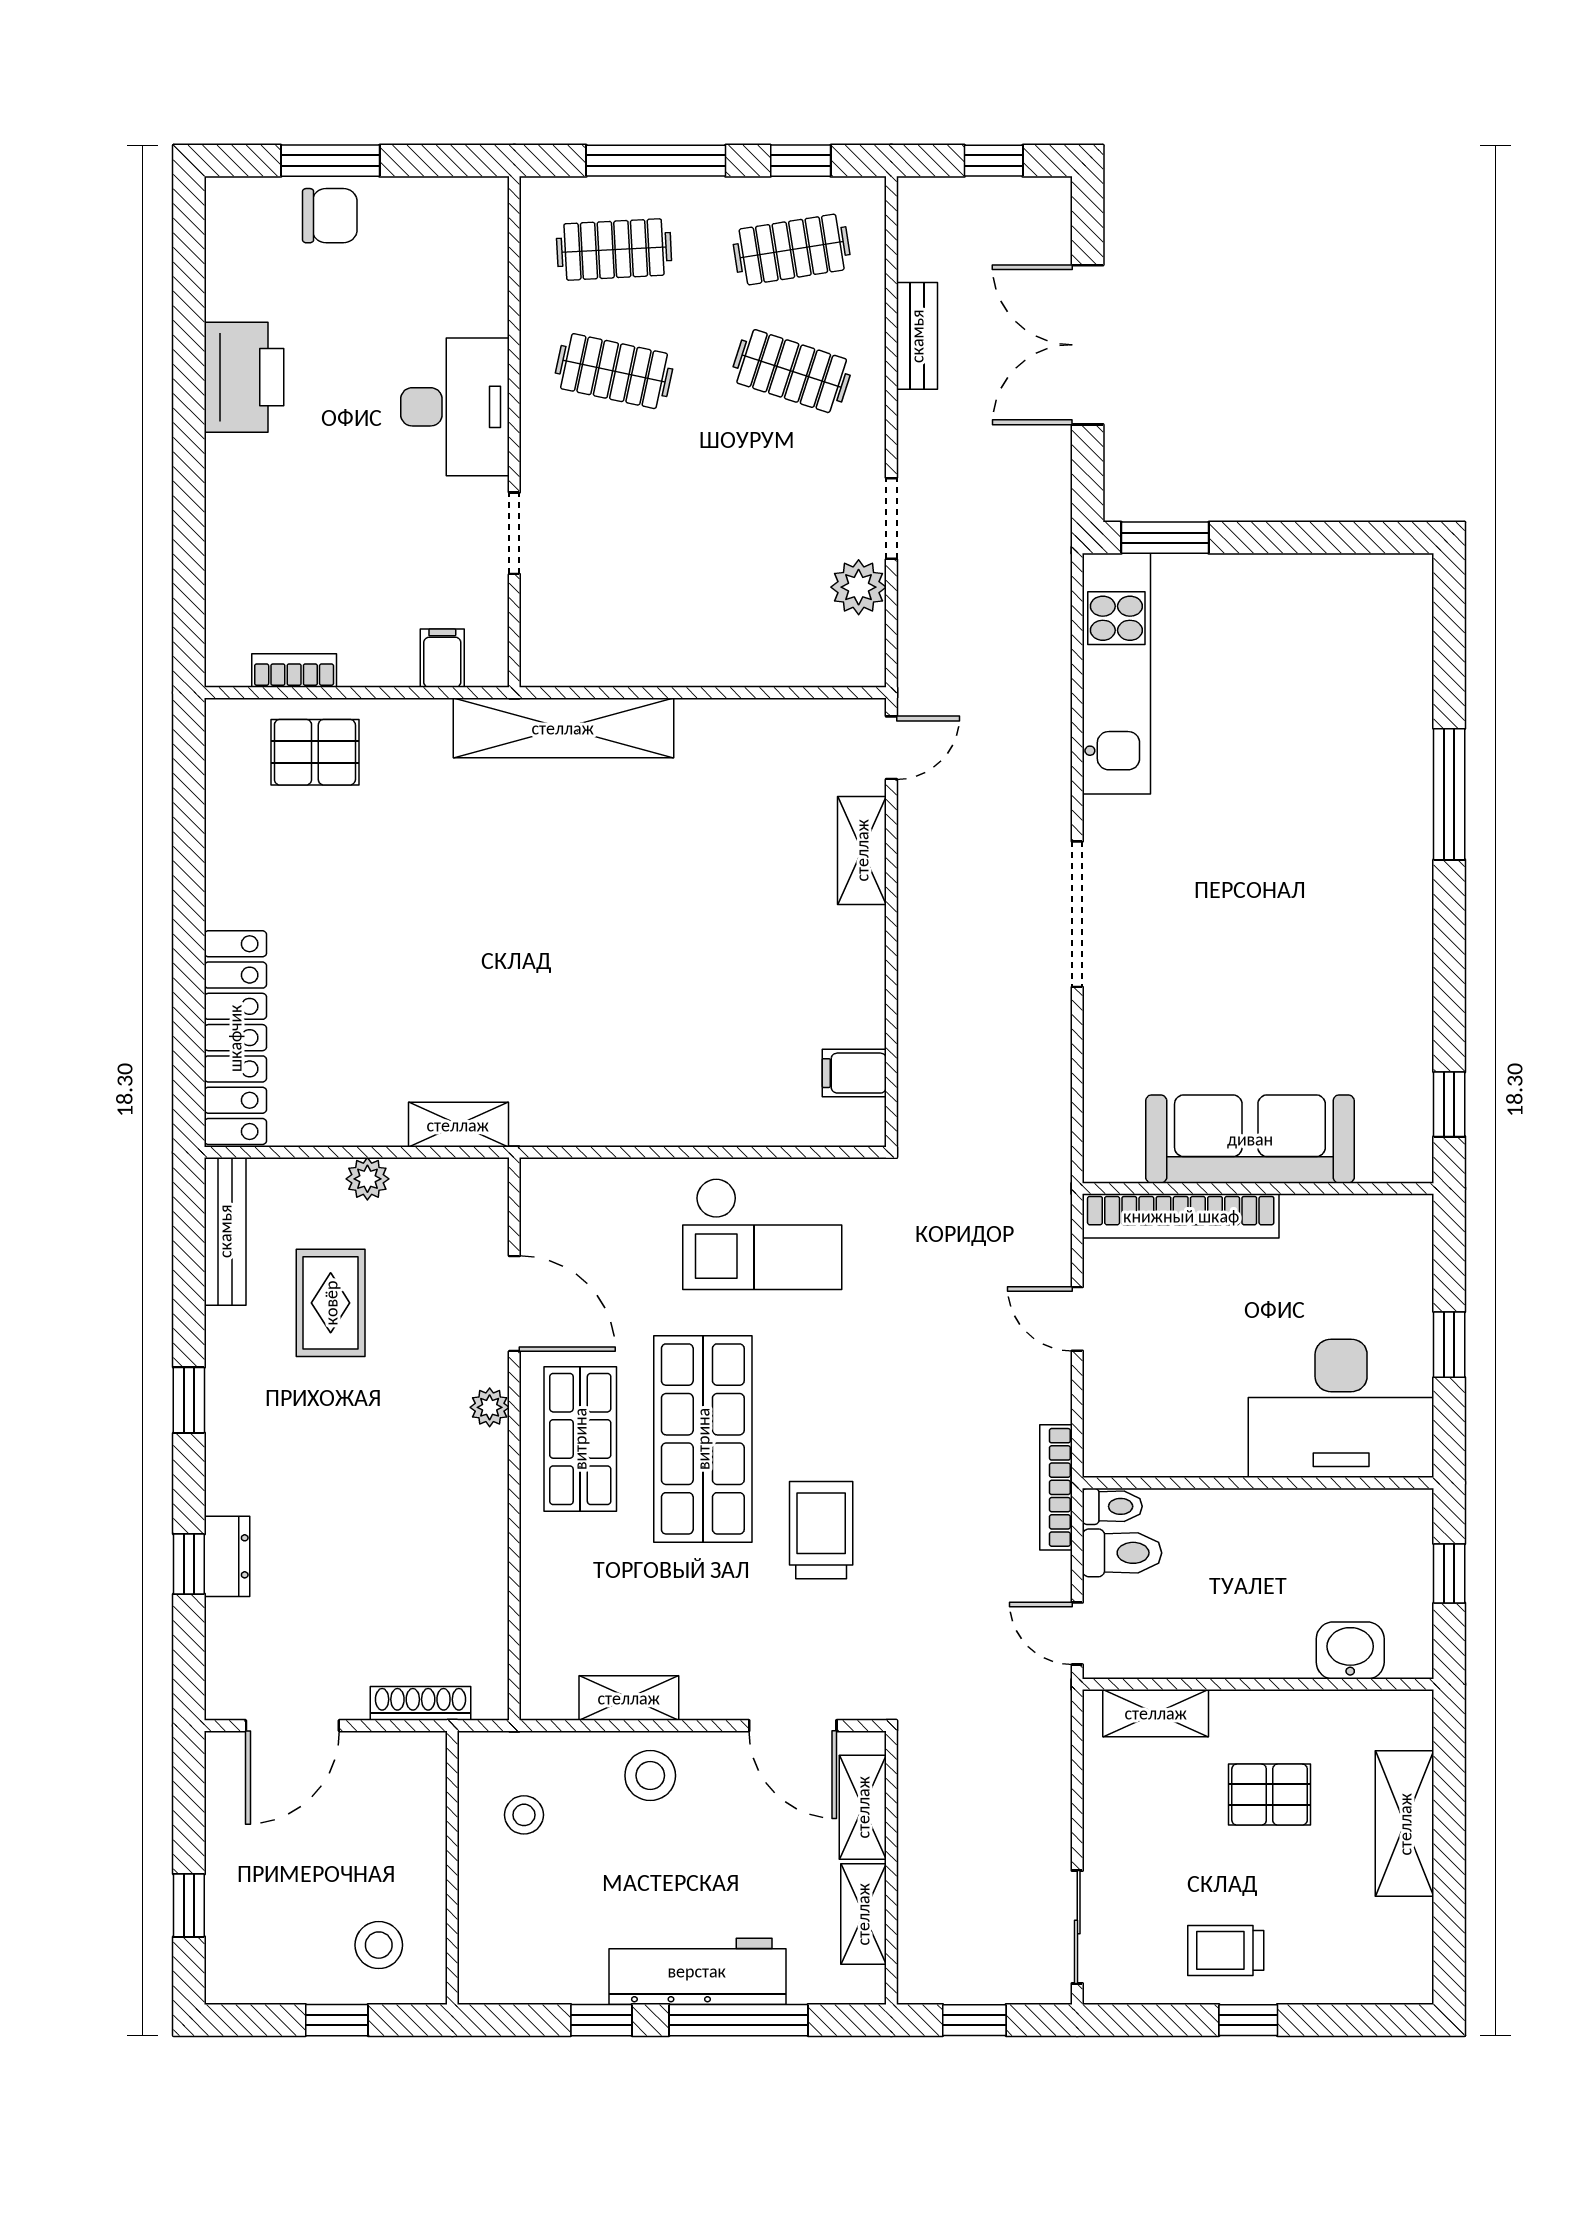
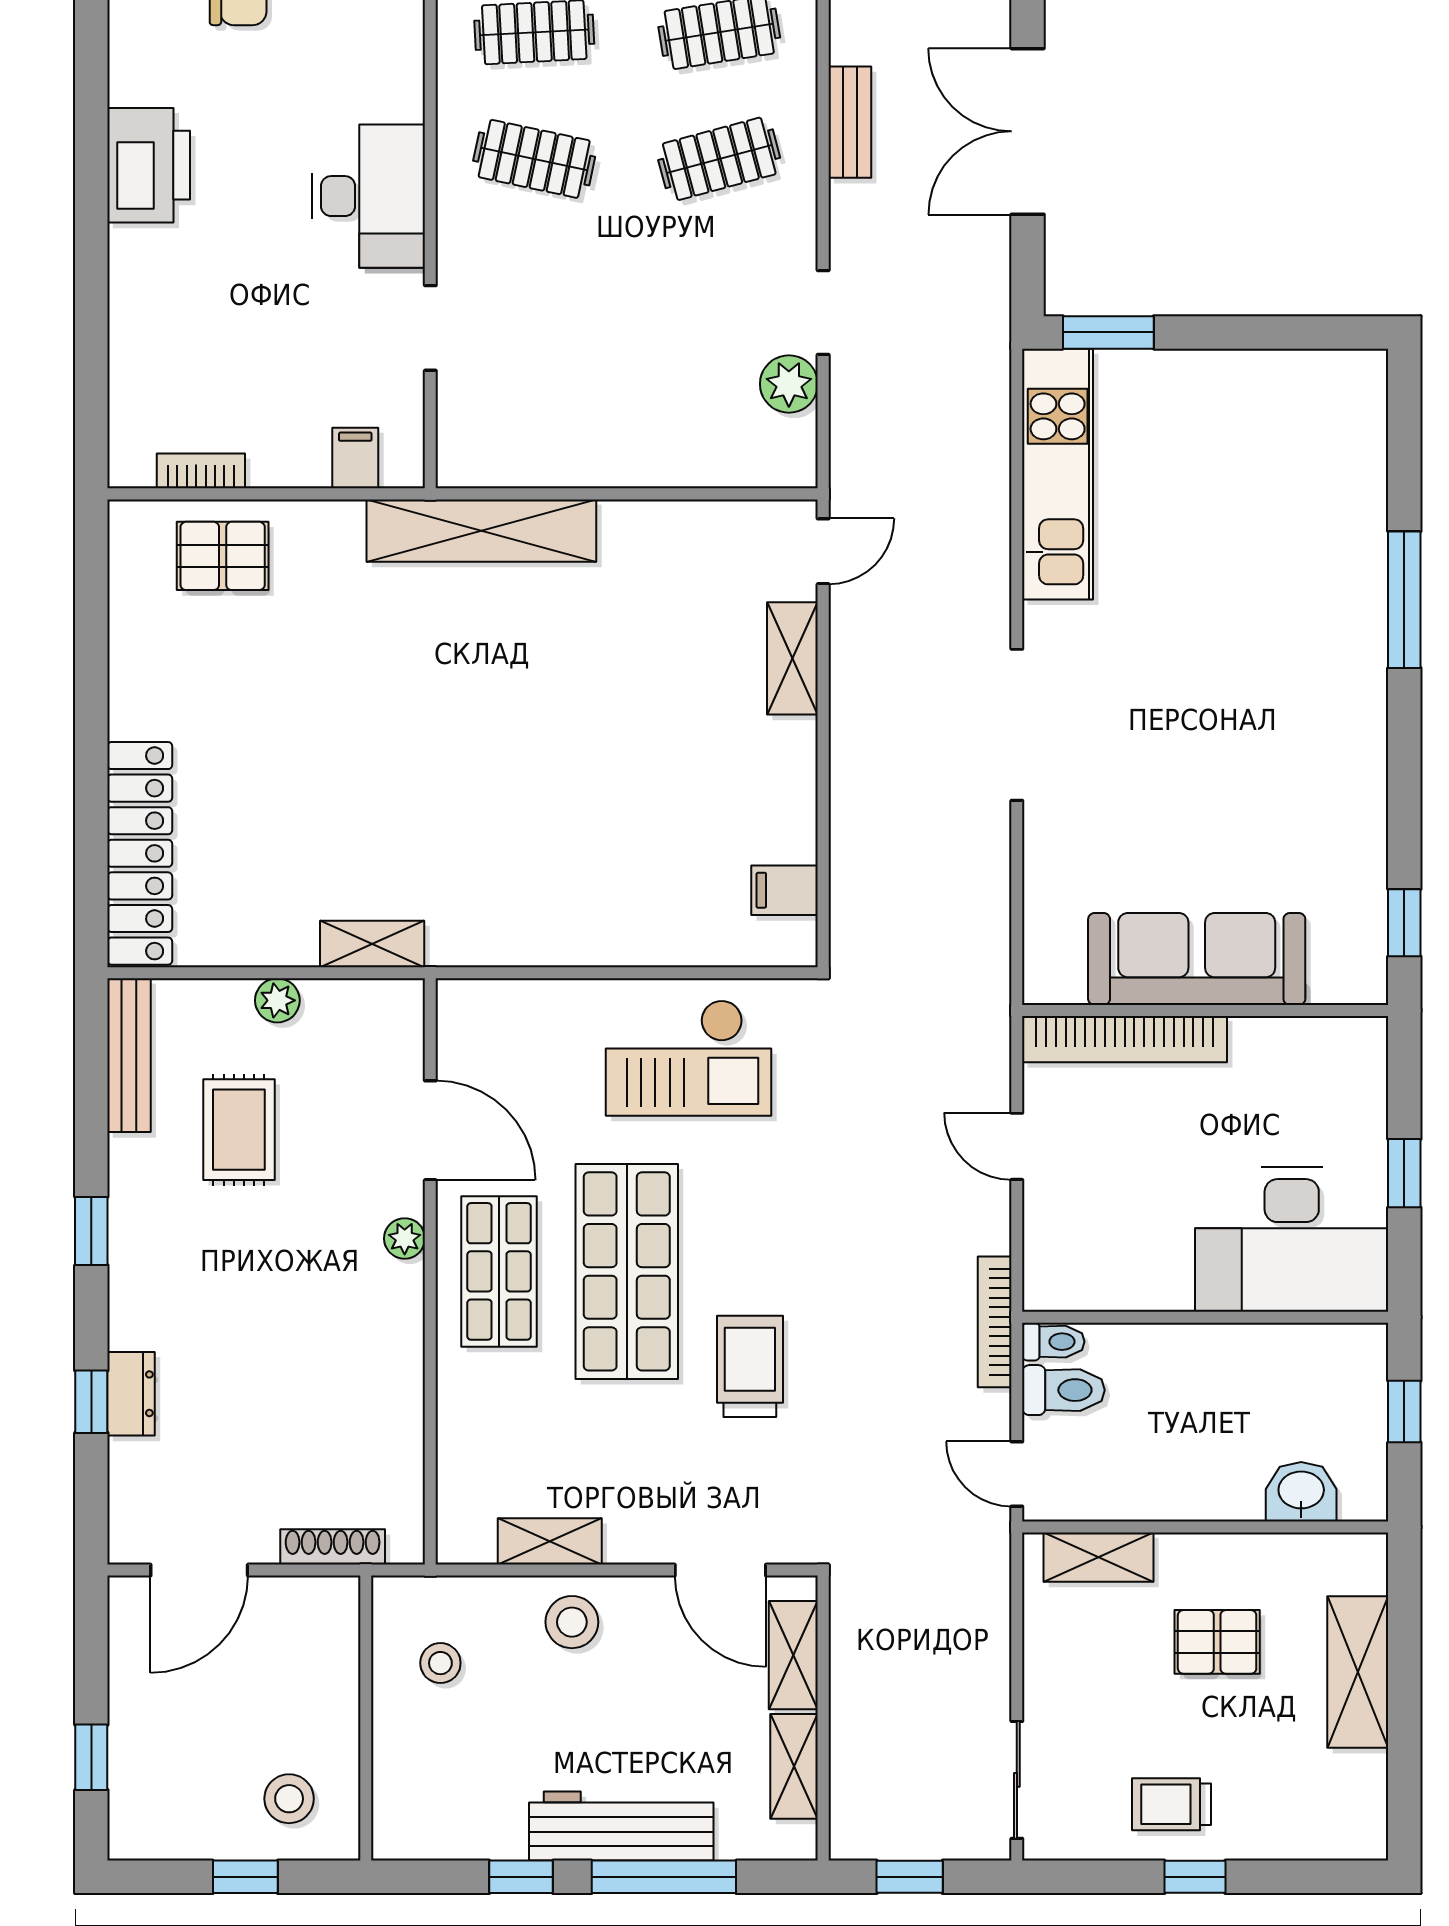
clothes rail: (792, 371) -> (719, 159), turned -33

